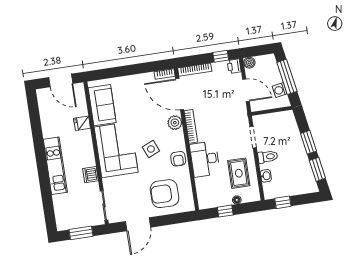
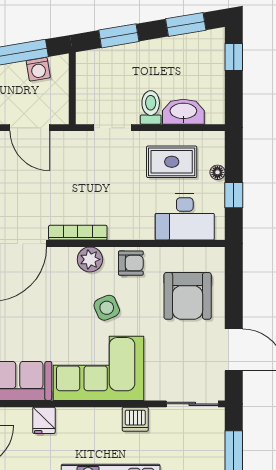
door: (246, 90) -> (30, 128), swing flipped
plant: (175, 123) -> (90, 259), moved
window: (308, 142) -> (119, 36), moved
desk: (205, 159) -> (185, 217), moved
washbasin: (266, 176) -> (183, 112), width x1.91, depth x1.45
window: (283, 202) -> (234, 57), moved

